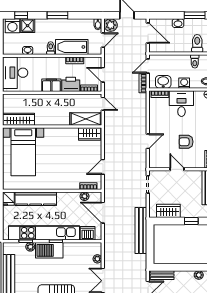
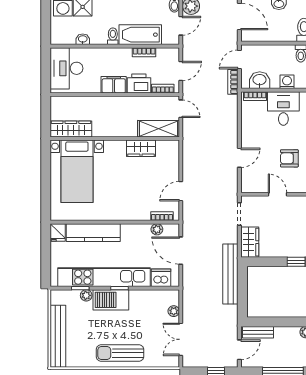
door: (103, 75) -> (181, 71), swing flipped
wardrobe: (90, 134) -> (141, 148), moved
wardrobe: (168, 211) -> (250, 242), moved, turned 90

